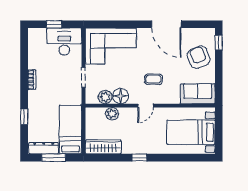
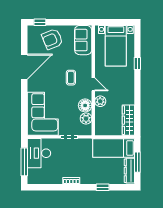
window: (54, 24) -> (24, 162), width x2.17
plant: (112, 114) -> (100, 101), moved
window: (139, 158) -> (137, 64), moved

